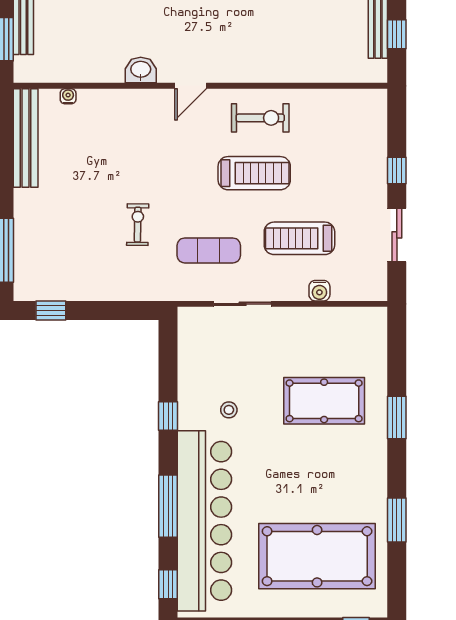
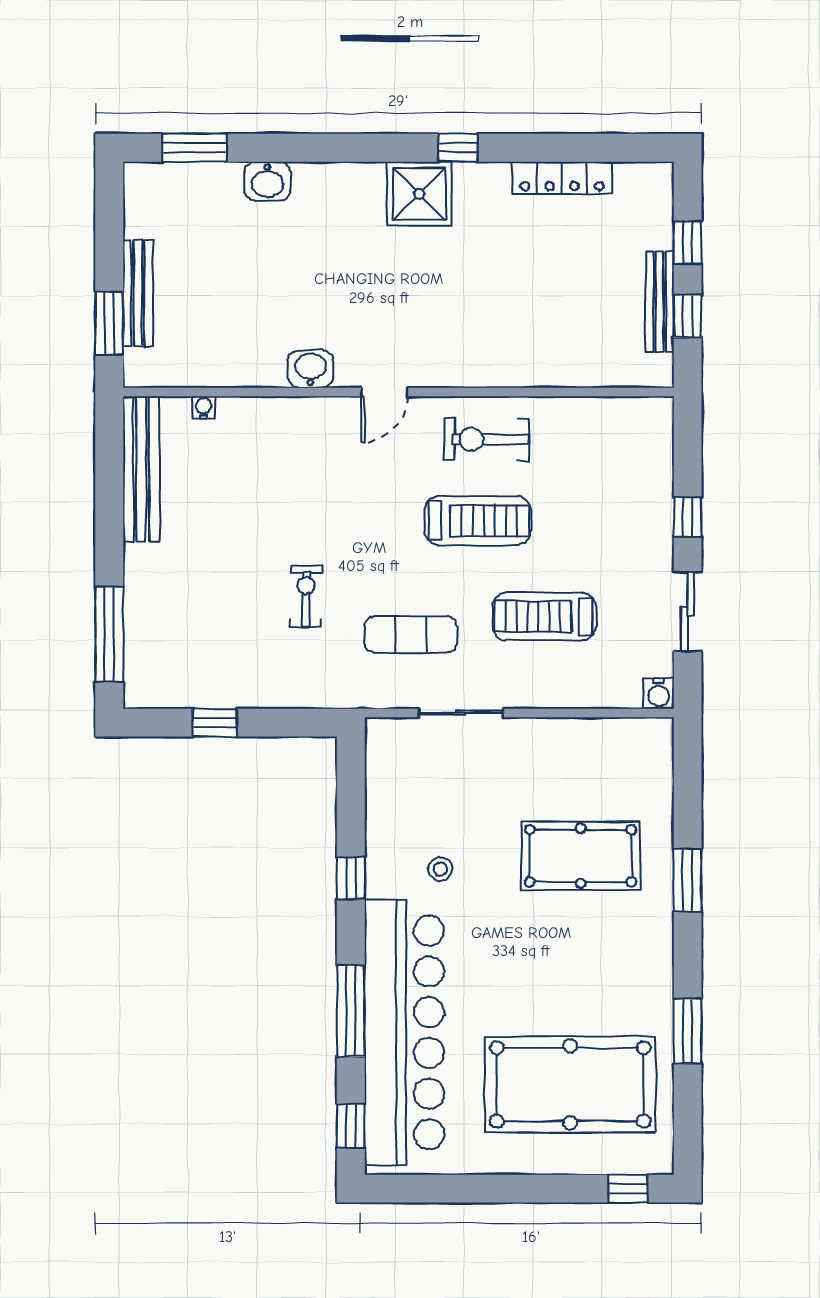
exercise bike: (260, 118) -> (487, 439), turned 180
water cooler: (319, 291) -> (659, 694), moved
window: (51, 310) -> (215, 723), moved

